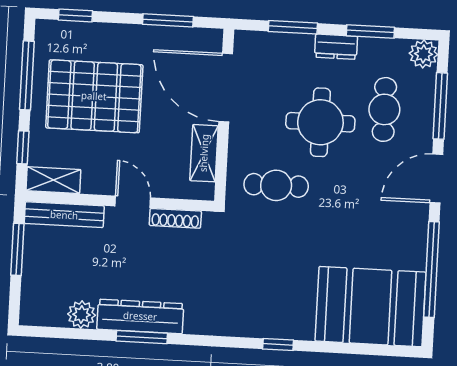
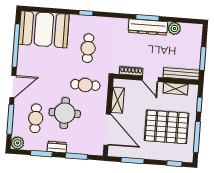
shelving: (53, 180) -> (176, 89), moved
cafe table: (272, 267) -> (88, 48), added

